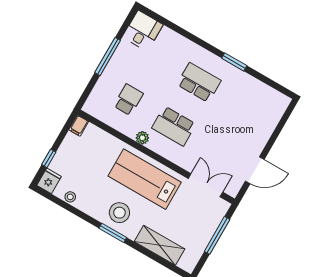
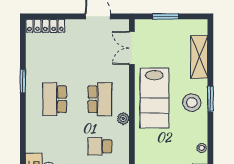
locker: (275, 114) -> (45, 26), added
window: (217, 235) -> (166, 16), width x0.69

